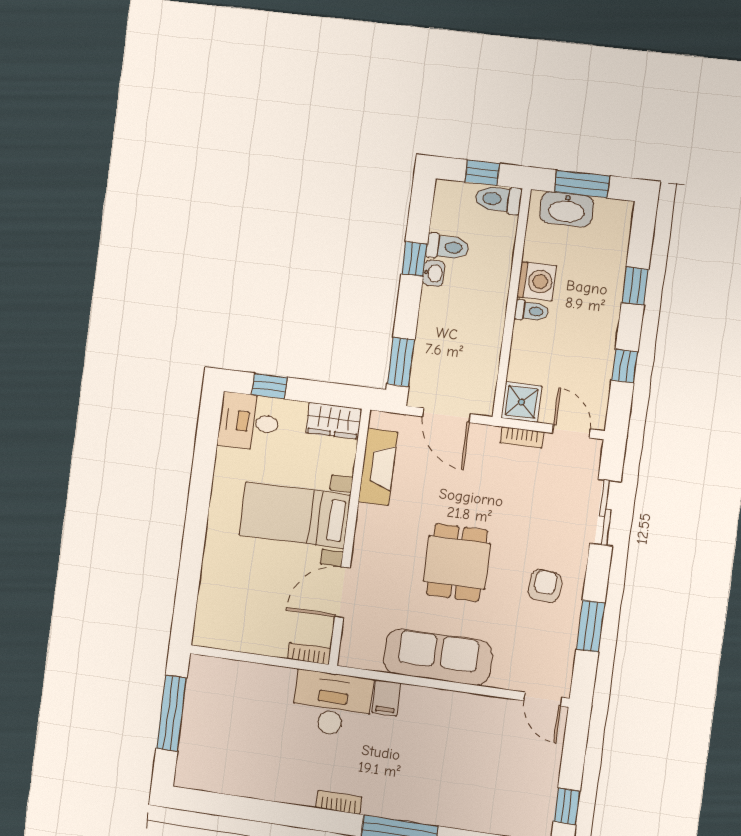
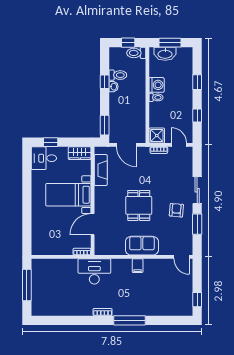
sliding door: (605, 513) -> (197, 190), moved
sofa: (438, 657) -> (142, 246), width x0.73
filing cabinet: (386, 698) -> (138, 266), moved

